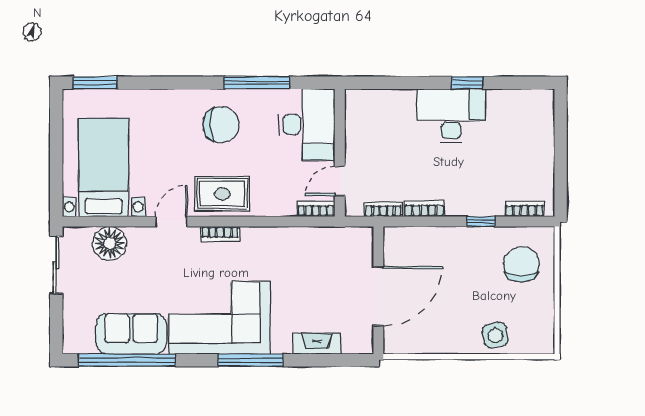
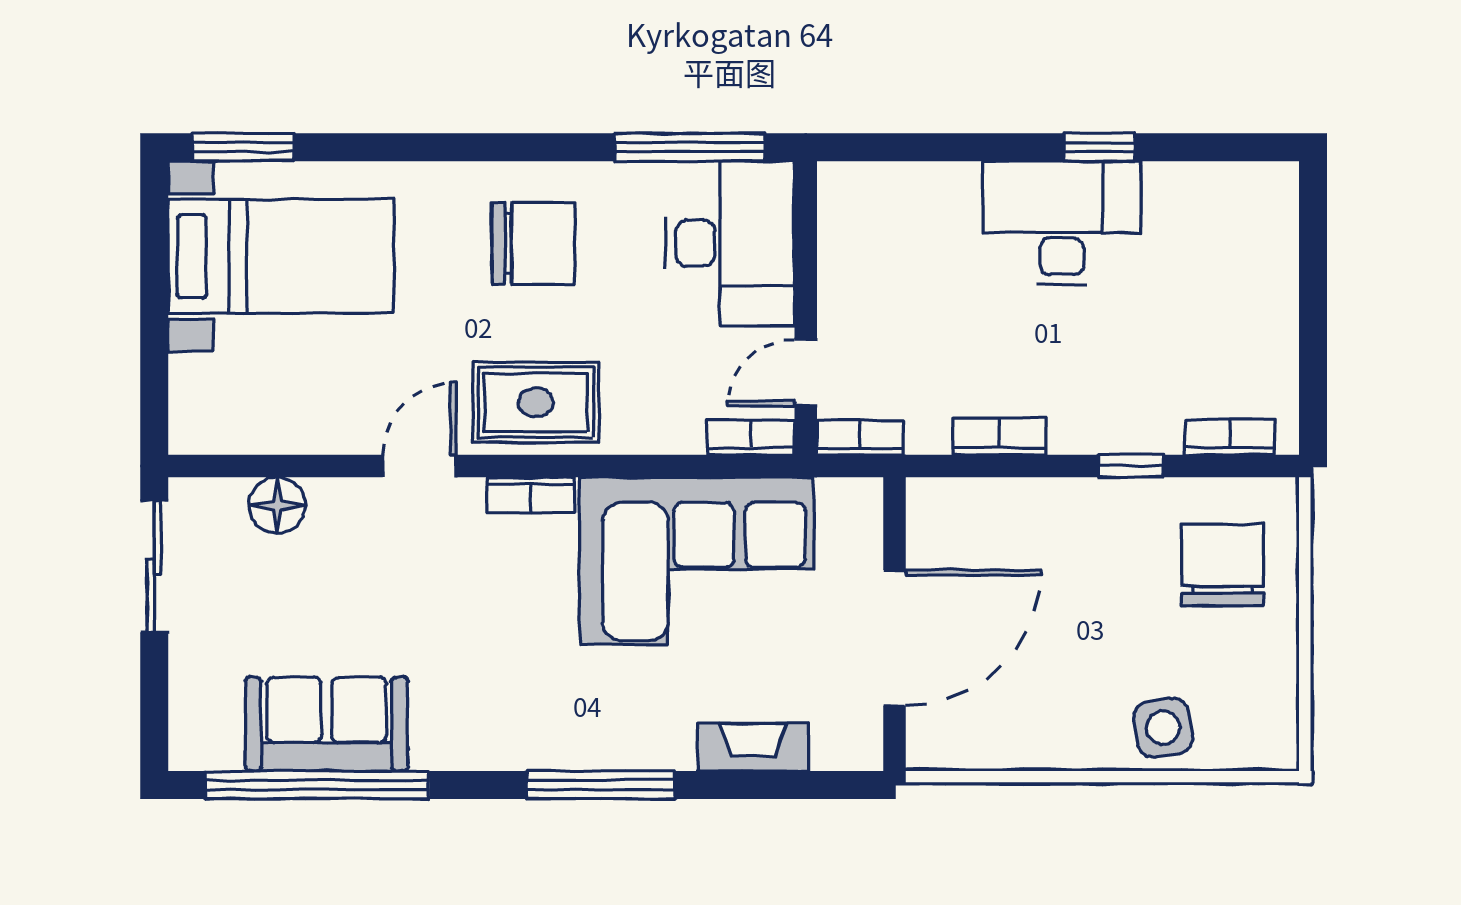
window: (257, 83) -> (689, 147), moved
bed with nightstands: (104, 168) -> (281, 256), moved, turned 90
bookcase: (383, 209) -> (860, 438), moved
floor lamp: (110, 243) -> (277, 505), width x0.73, depth x0.73
corner sofa: (219, 318) -> (696, 561), moved, turned 180

